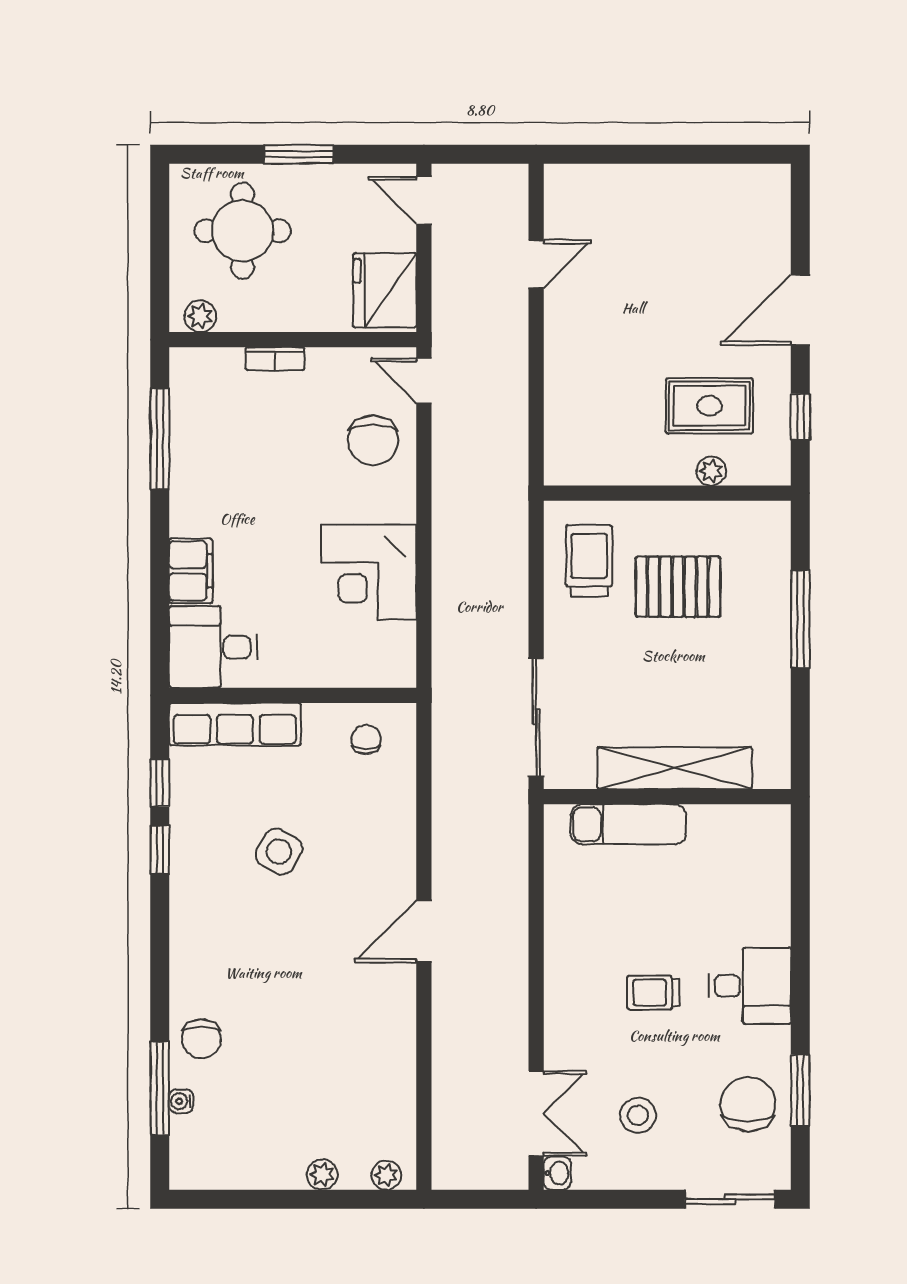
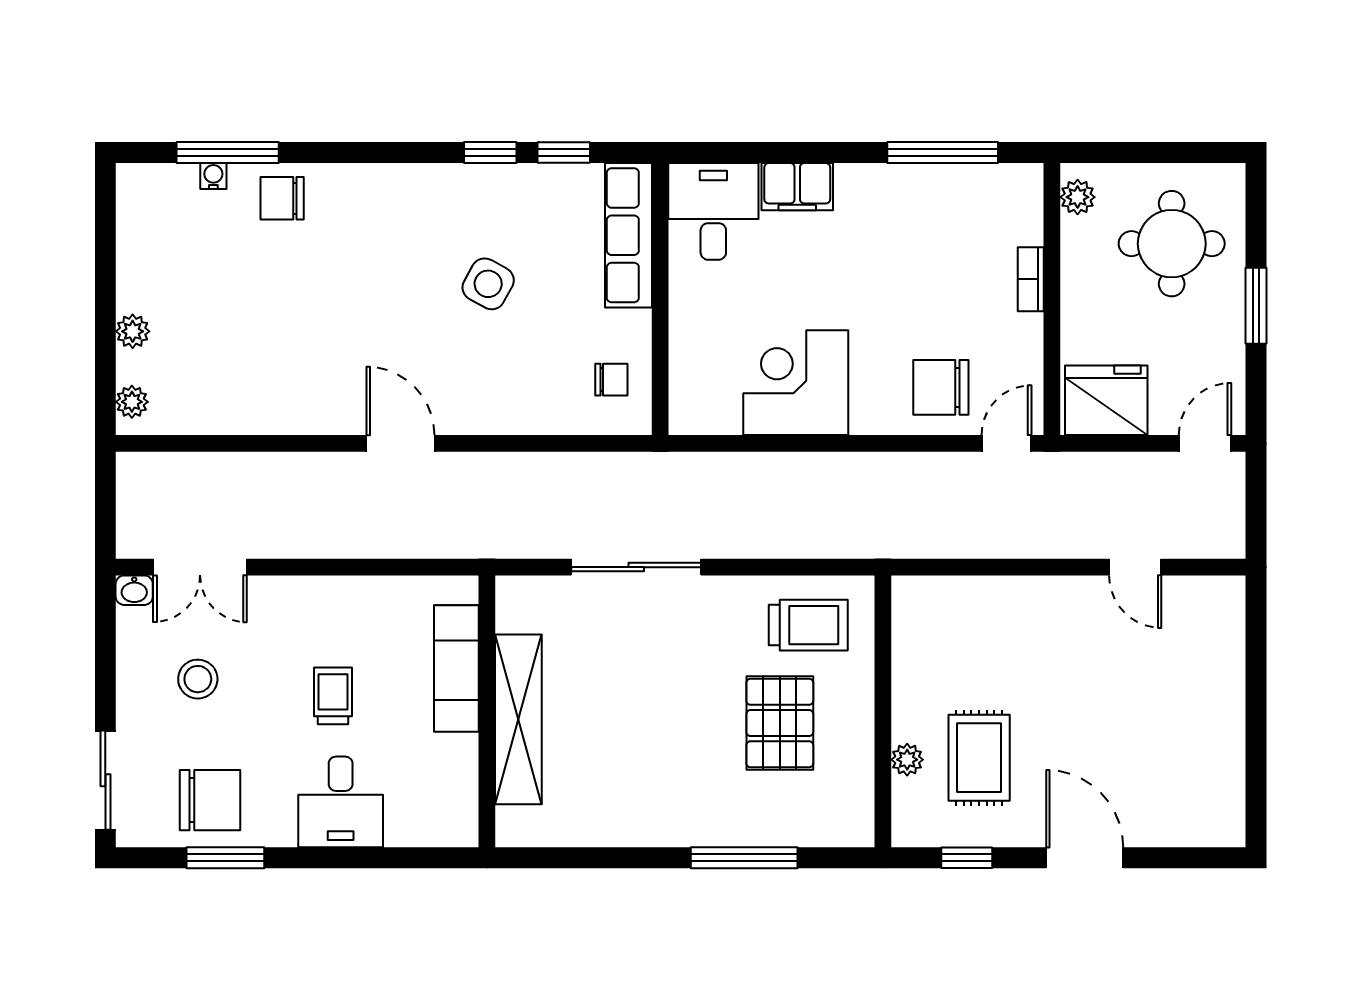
shelving: (675, 768) -> (518, 719), moved
wall: (667, 797) -> (487, 711), moved
exam couch: (628, 824) -> (456, 668), moved

